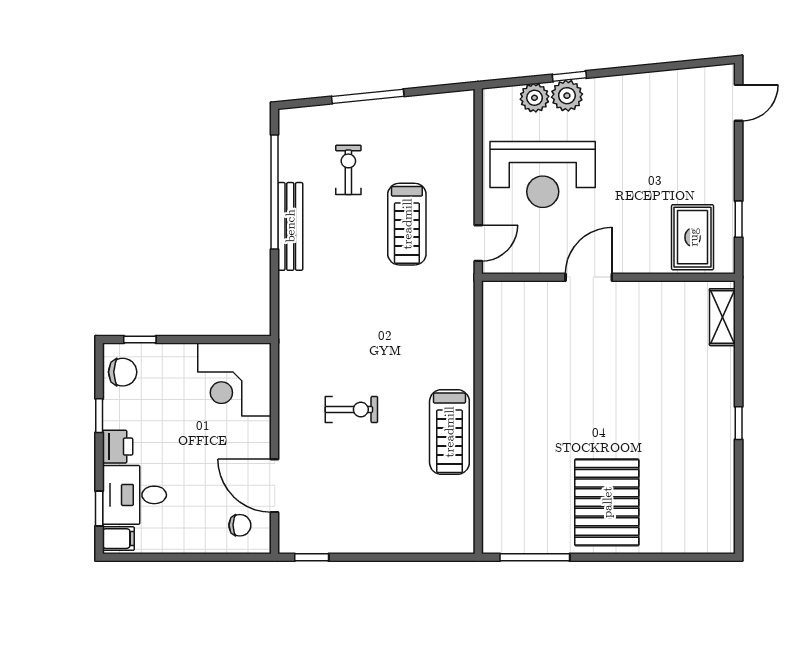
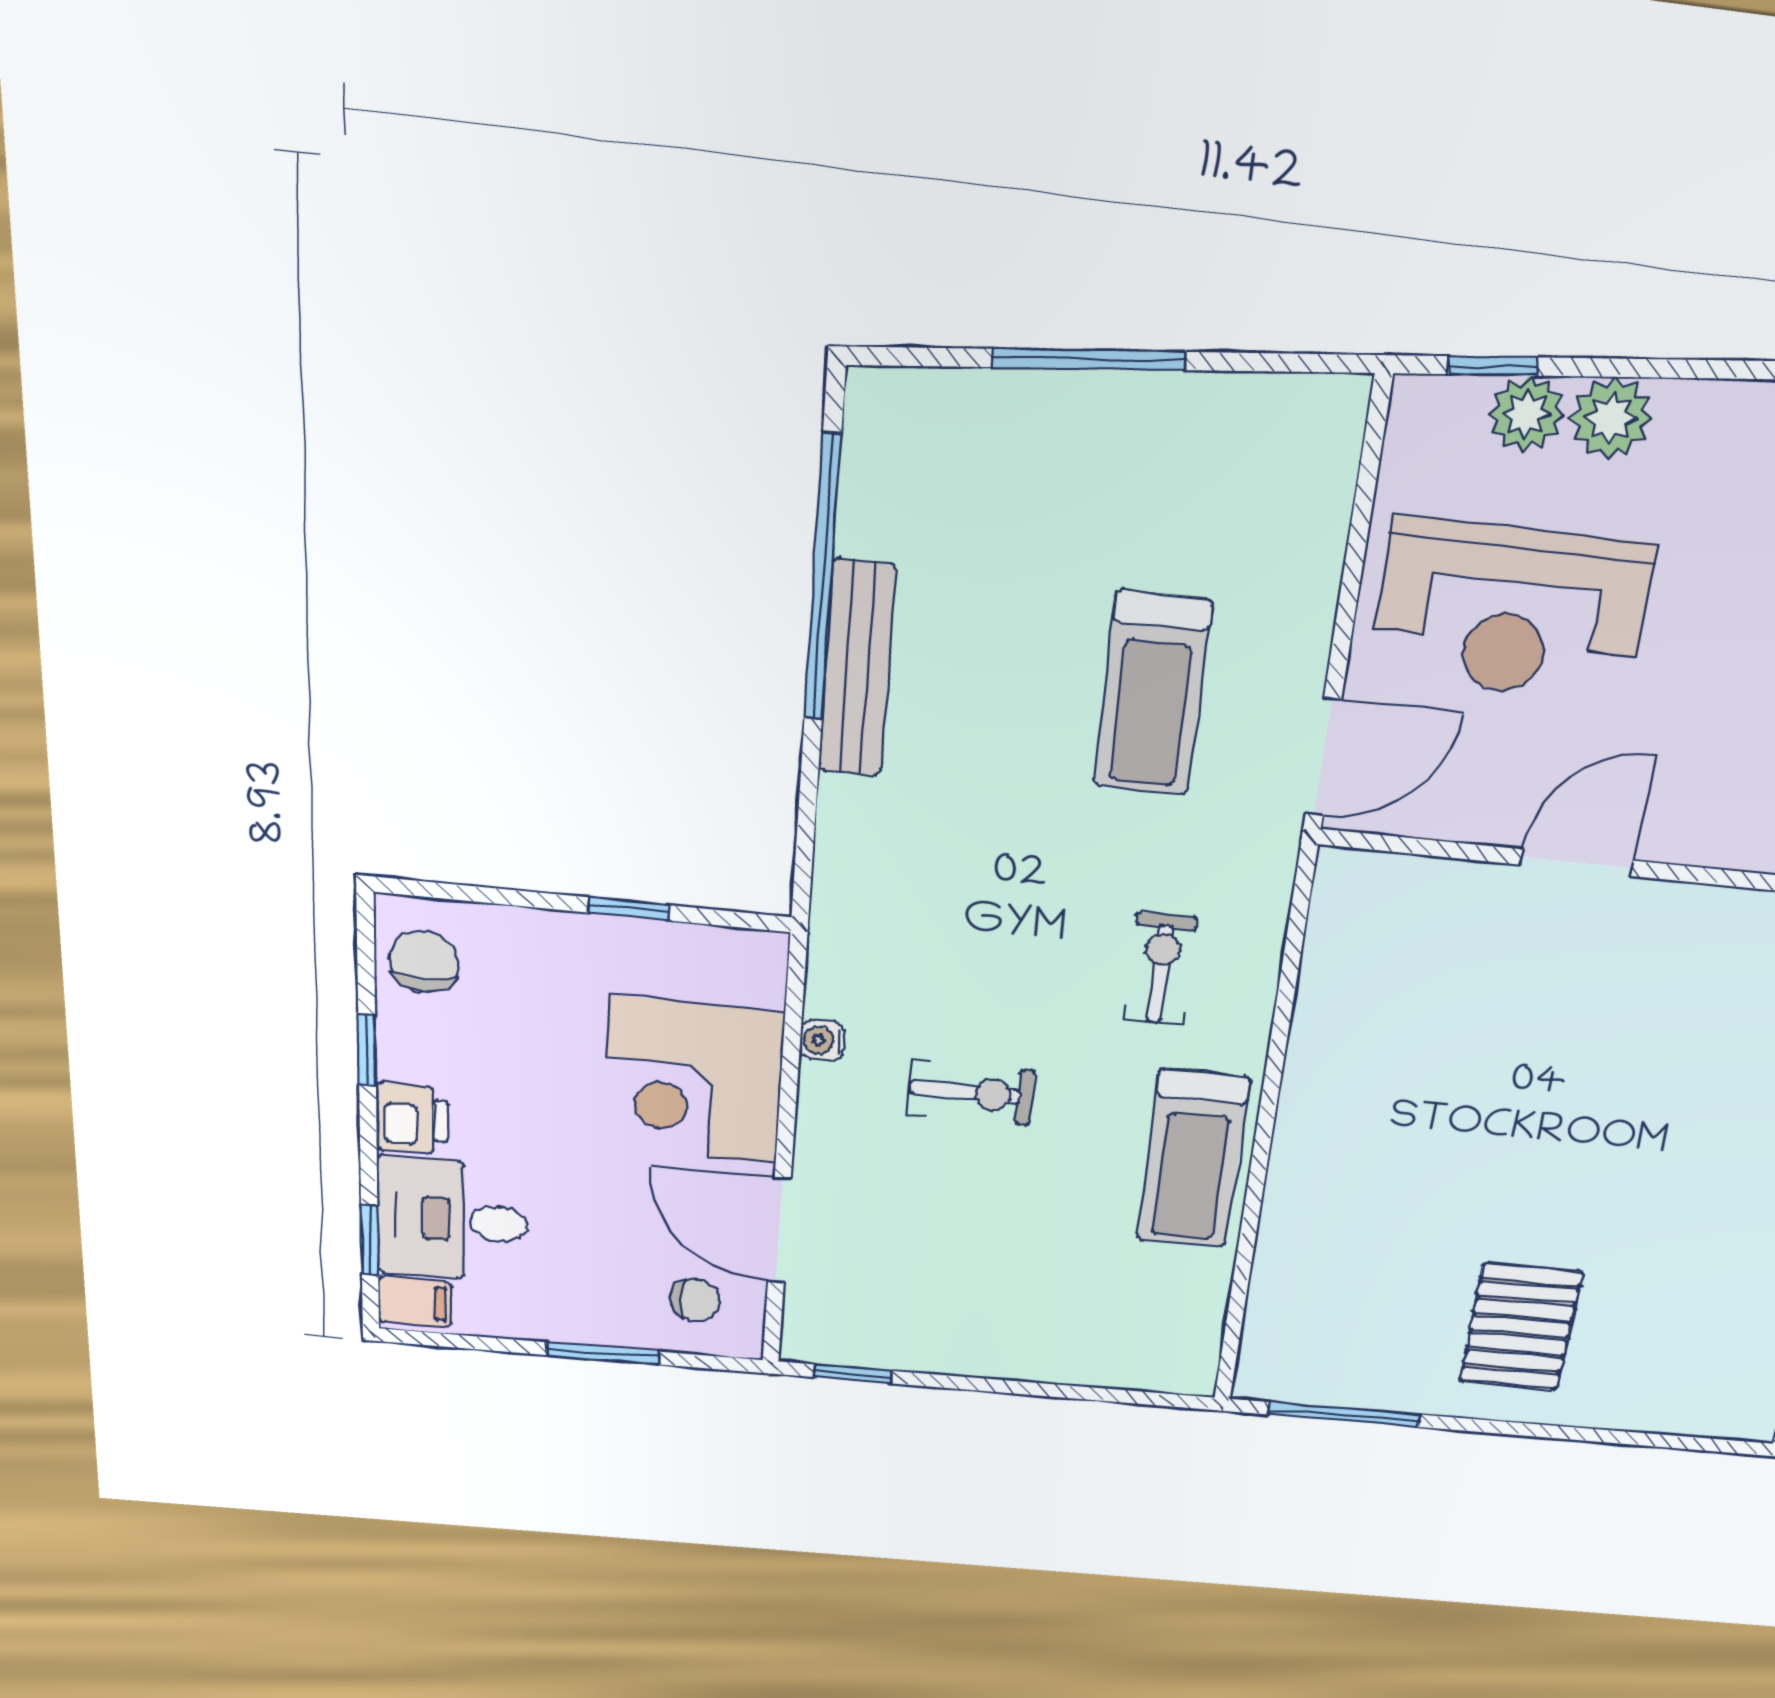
window: (569, 76) -> (1493, 366), moved
exercise bike: (348, 170) -> (1160, 969), moved
door: (478, 243) -> (1323, 757), width x1.38
window: (140, 339) -> (628, 909), moved
chair: (123, 372) -> (424, 962), turned -90
corner desk: (235, 379) -> (693, 1081), moved
water cooler: (287, 391) -> (822, 1041), added
pallet: (607, 502) -> (1521, 1327), width x0.73, depth x0.71
window: (200, 557) -> (603, 1353), added

